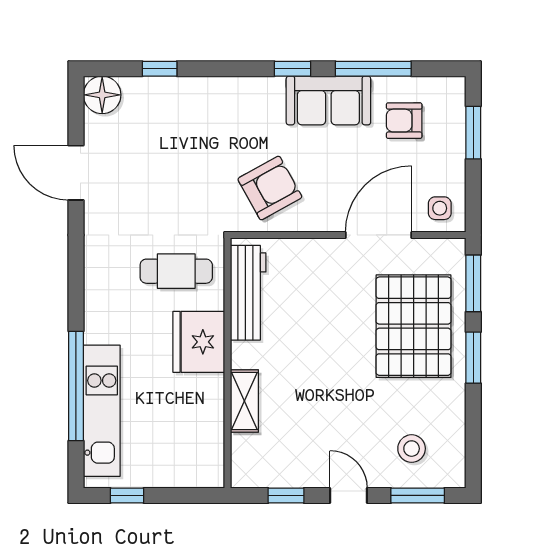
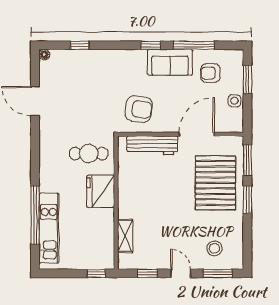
floor lamp: (102, 95) -> (44, 55), width x0.53, depth x0.53
armchair: (270, 188) -> (139, 109), turned 36
side table: (440, 208) -> (234, 101), moved
workbench: (248, 293) -> (152, 145), moved, turned 90
shelving: (244, 401) -> (125, 236), moved
window: (127, 495) -> (96, 273), moved

